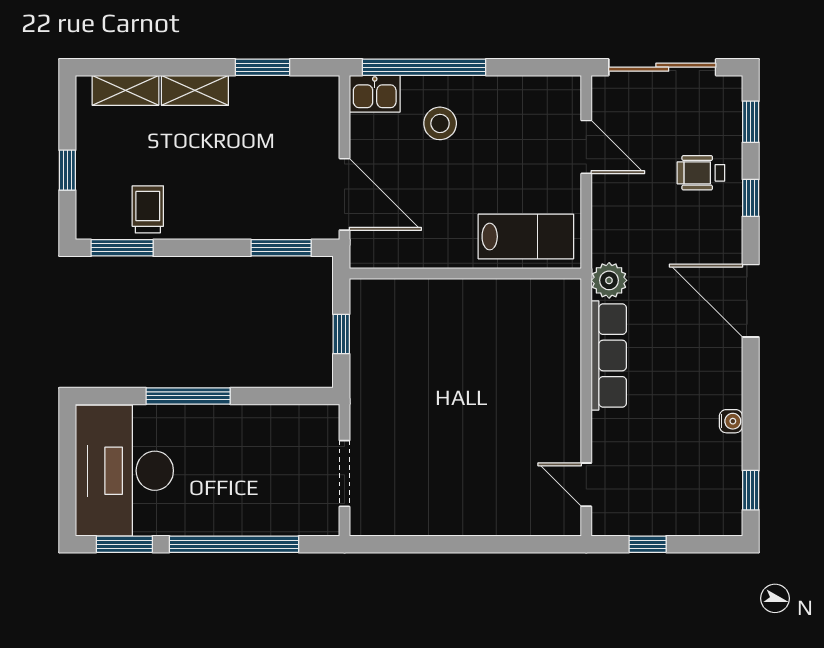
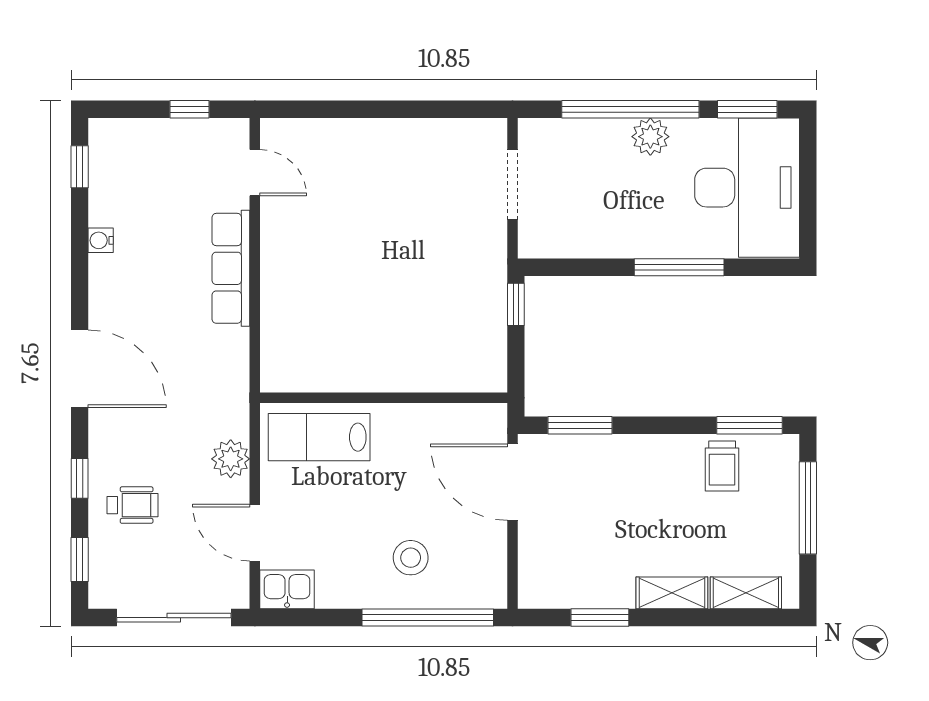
kitchen sink: (375, 94) -> (287, 589), moved
window: (67, 170) -> (808, 508), width x2.17
plant: (609, 280) -> (231, 459), moved
window: (341, 334) -> (516, 304), moved
row of seats: (609, 355) -> (231, 268), moved
plant: (215, 519) -> (650, 137), added

